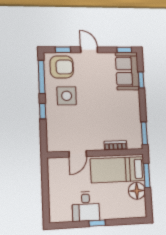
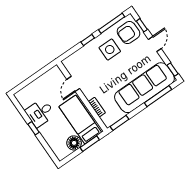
armchair: (62, 67) -> (128, 33), turned 90
sofa: (127, 71) -> (144, 88), width x1.85, depth x1.27
window: (141, 80) -> (158, 96), width x2.17
door: (78, 154) -> (73, 84), hinge flipped

